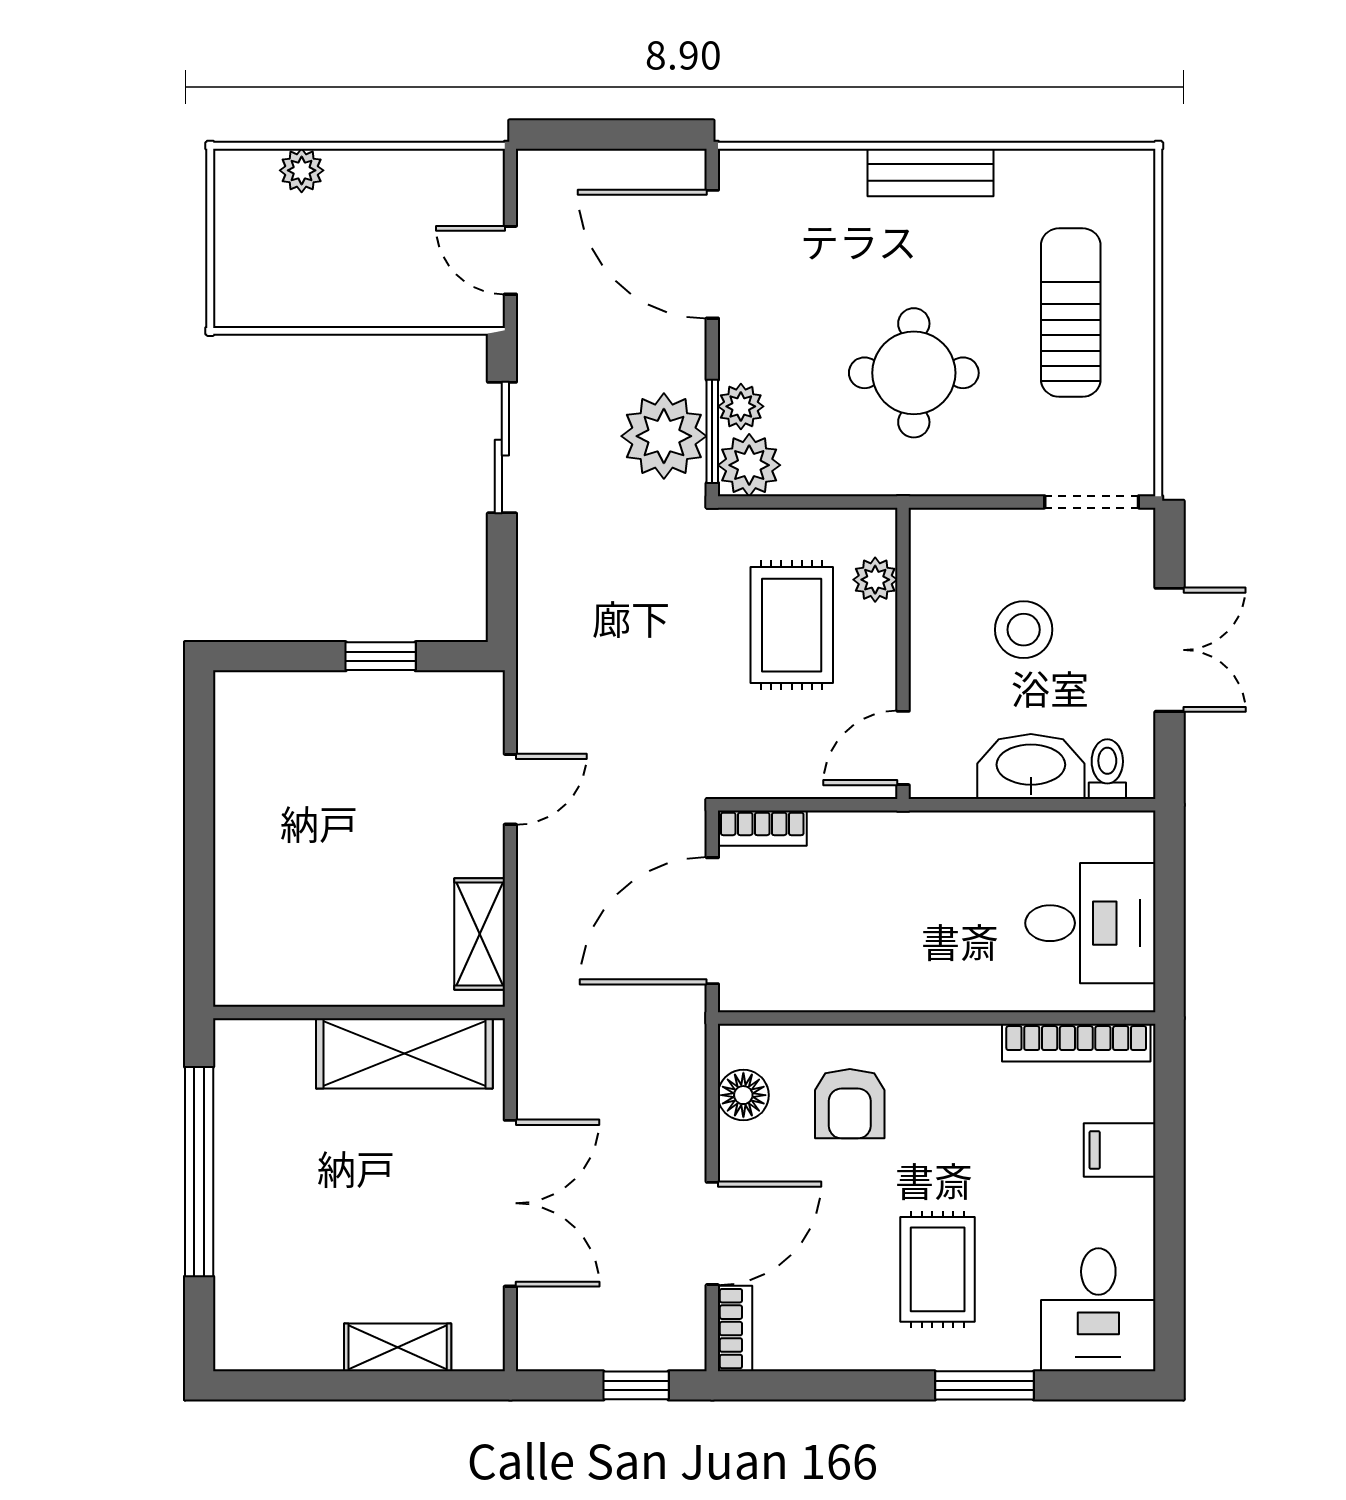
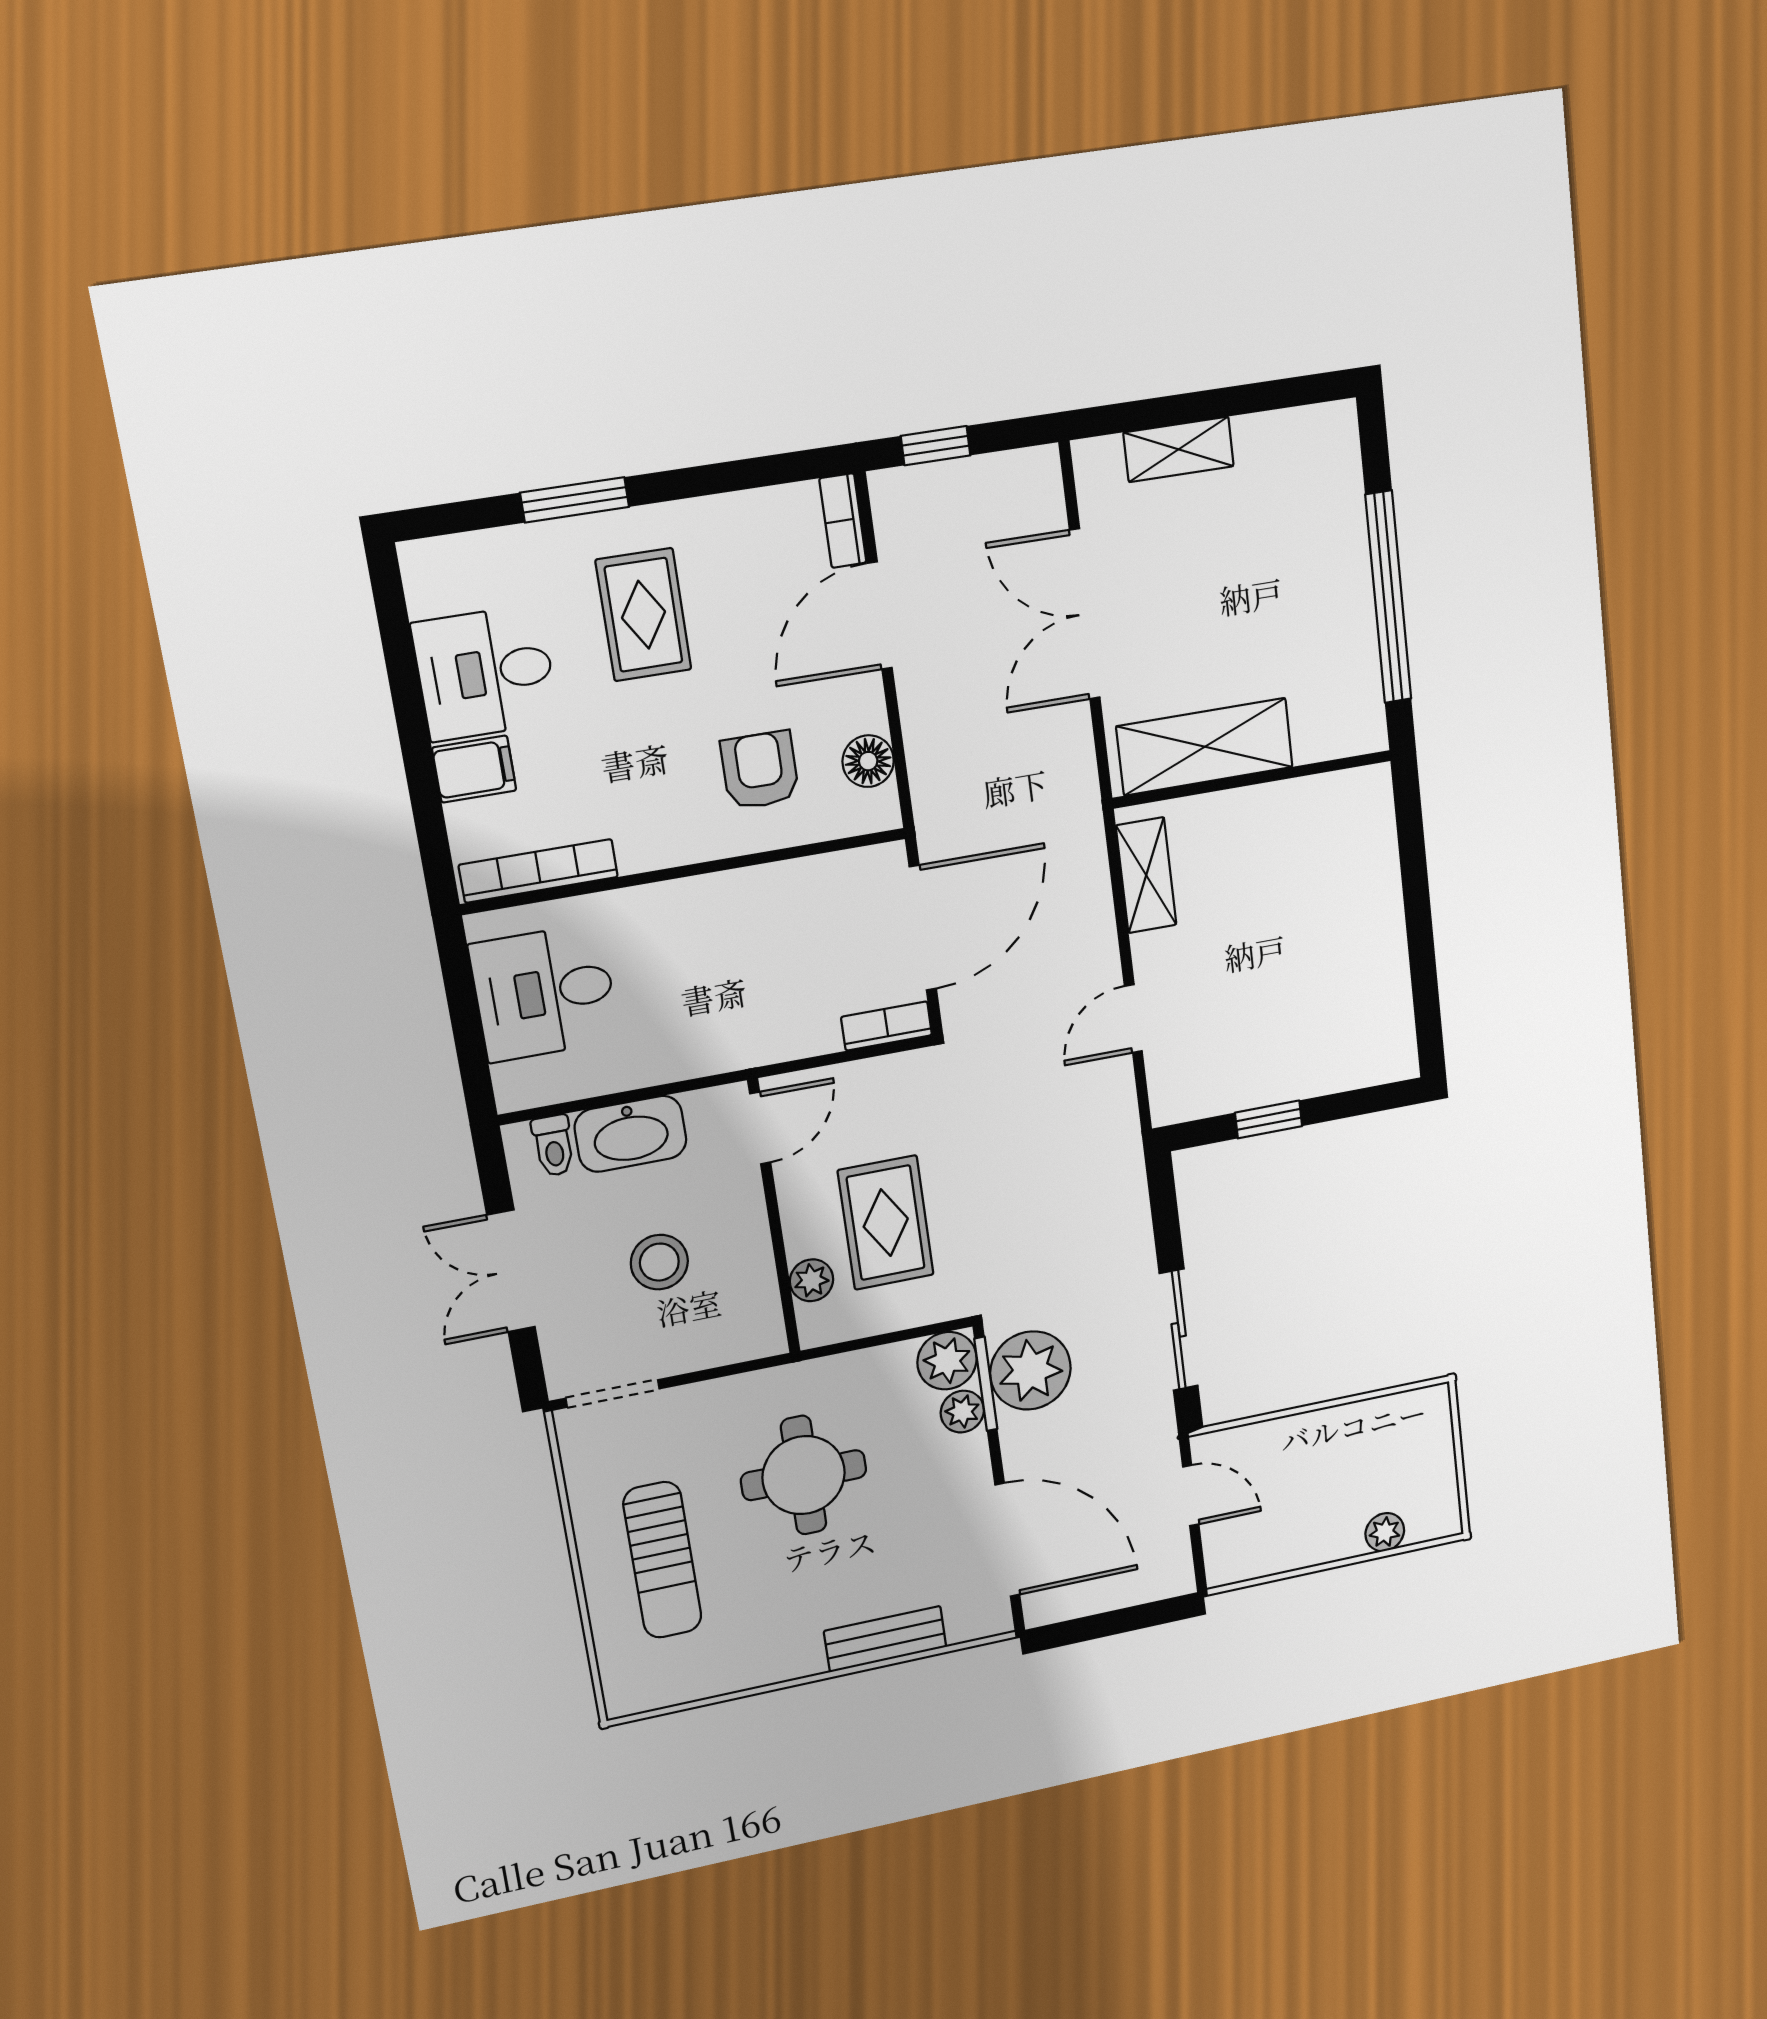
bench: (931, 172) -> (885, 1639), moved
desk: (1098, 1310) -> (485, 673), moved, turned -90

